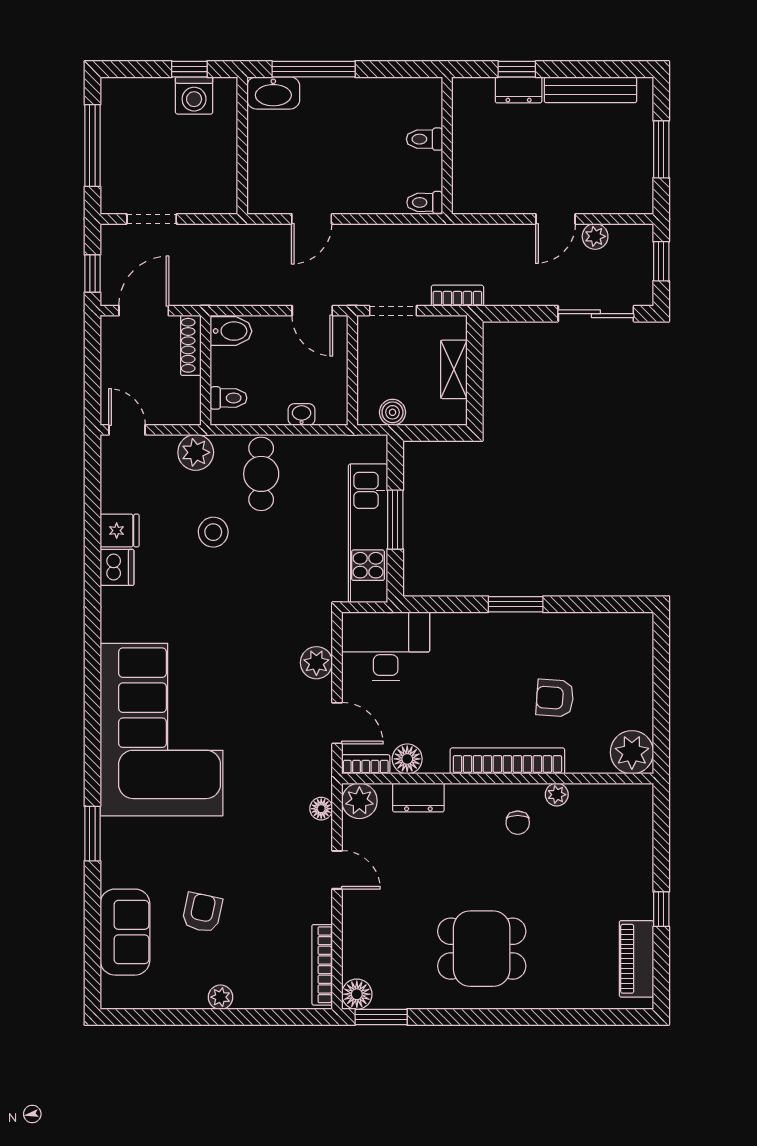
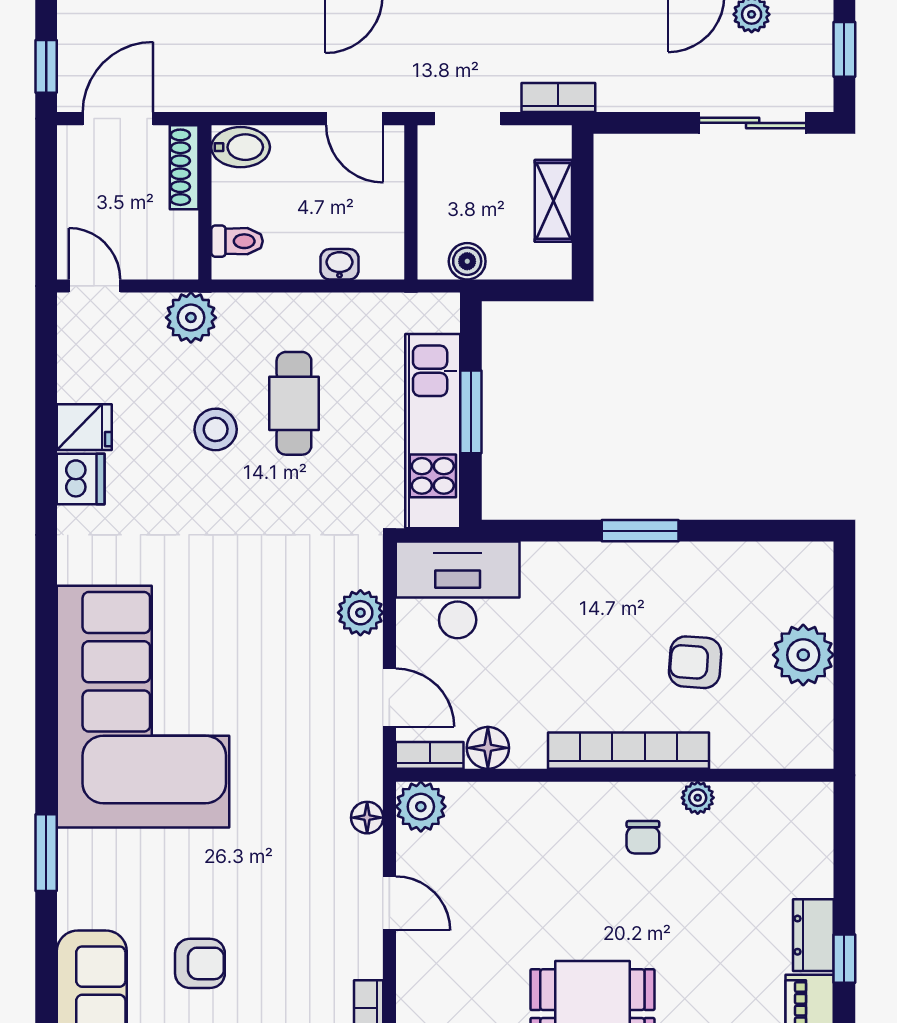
cafe table: (261, 474) -> (294, 403), moved
plant: (632, 752) -> (803, 655), moved
dresser: (418, 798) -> (813, 935), moved, turned 90
armchair: (202, 913) -> (200, 963), turned 78

